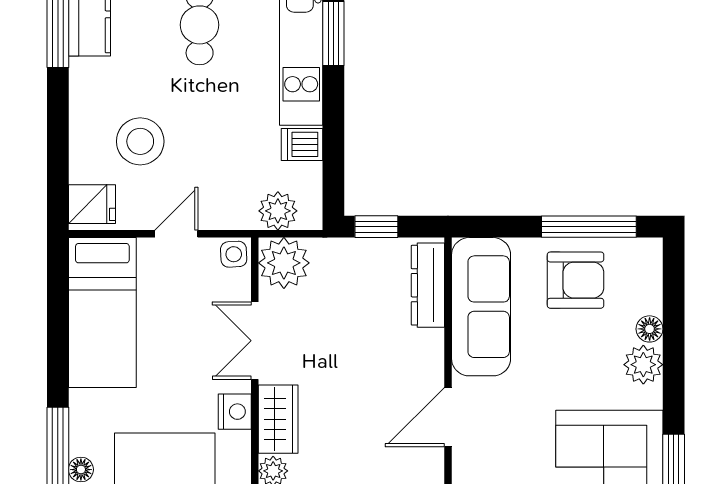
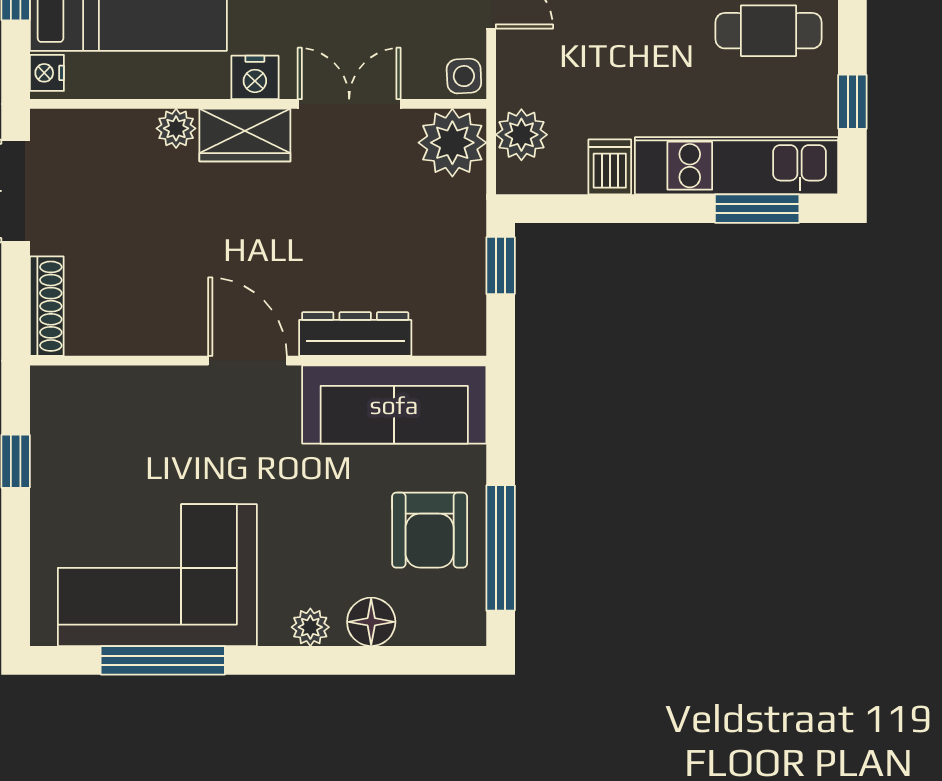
dresser: (428, 285) -> (355, 334), moved
floor lamp: (650, 329) -> (371, 622), width x1.37, depth x1.37
plant: (643, 365) -> (310, 627), width x0.73, depth x0.73

